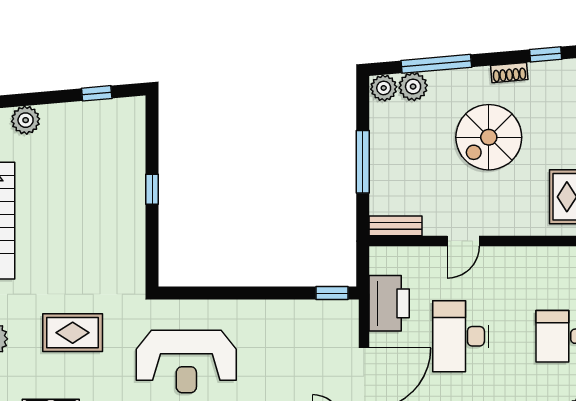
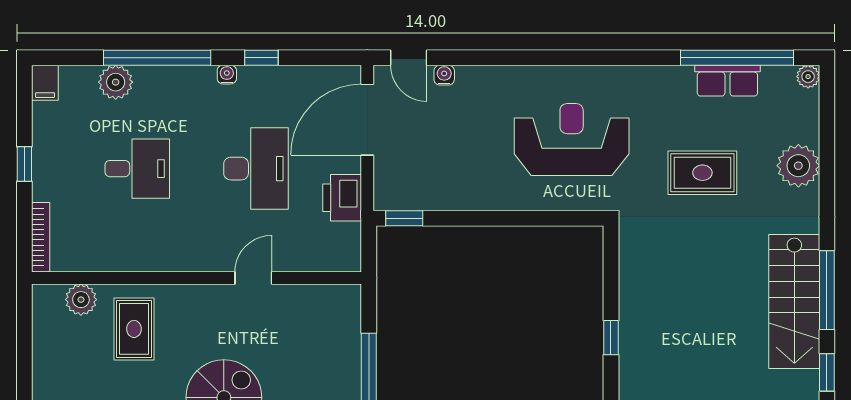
bench: (395, 226) -> (331, 295), removed
printer: (389, 303) -> (342, 198), width x0.73, depth x0.84

